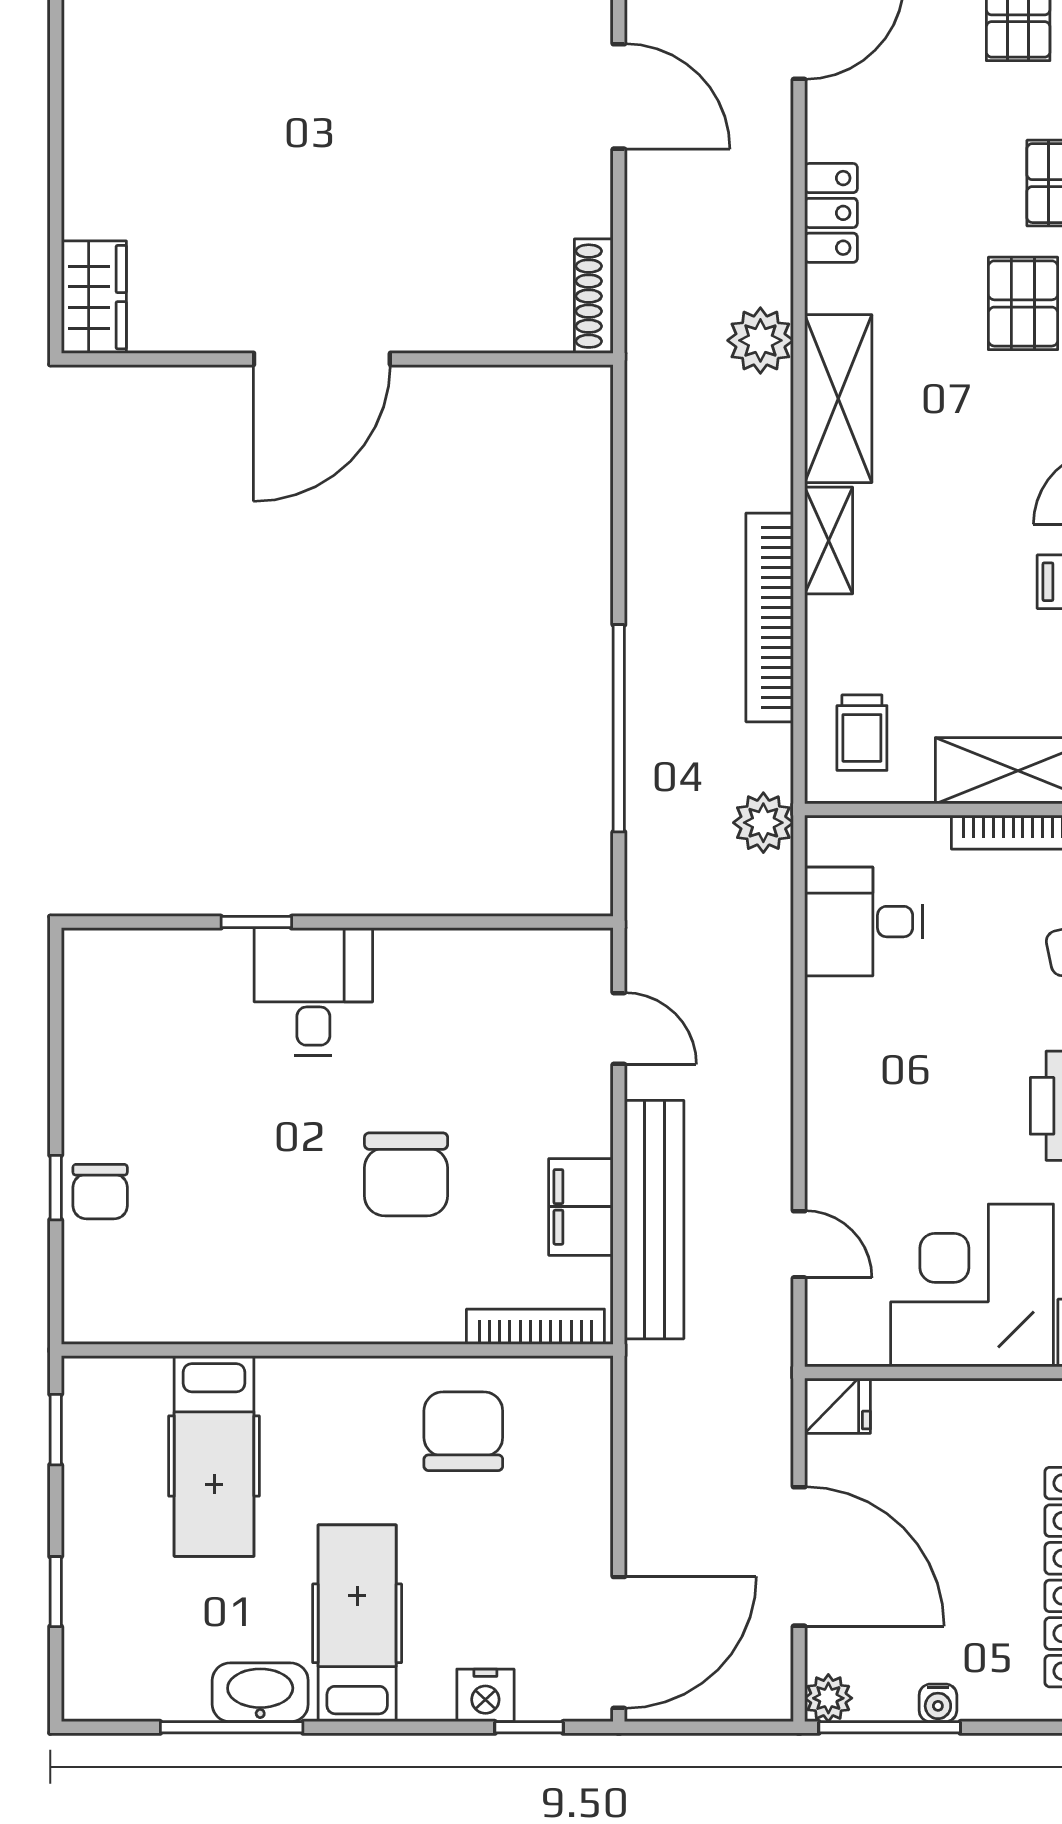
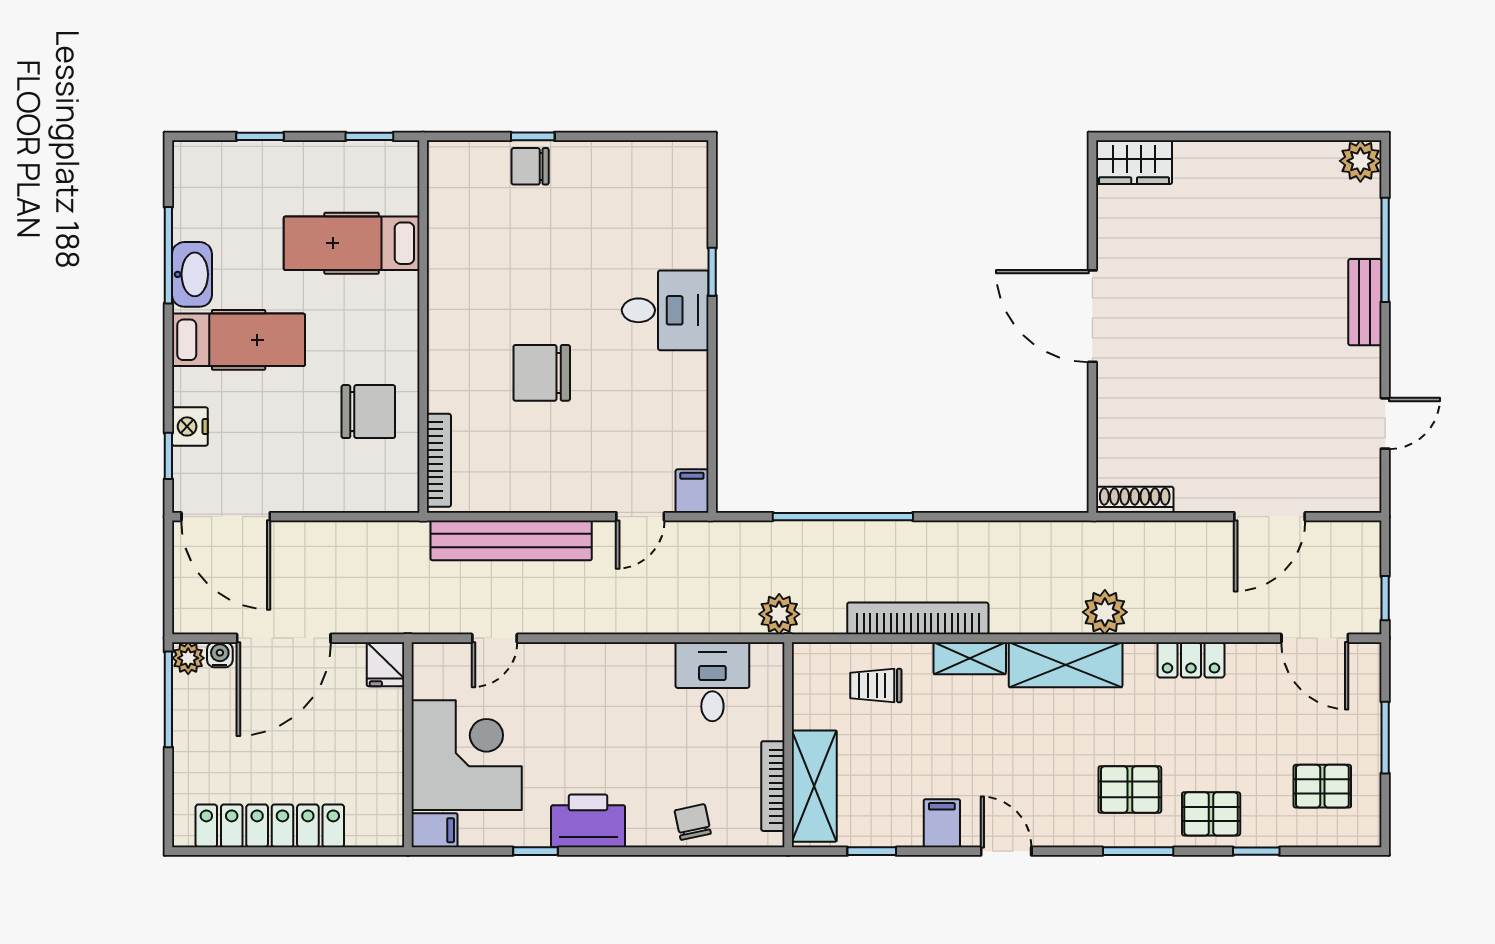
trolley: (862, 733) -> (876, 686), moved
filing cabinet: (581, 1207) -> (692, 491), moved, width x0.50
water cooler: (938, 1703) -> (220, 655), moved, turned 90

